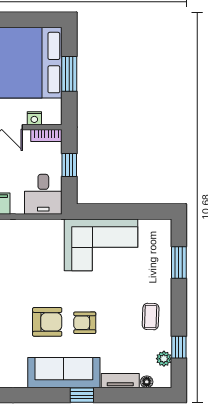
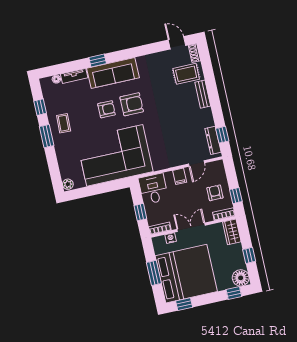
window: (36, 20) -> (184, 304), added
corner sofa: (101, 245) -> (115, 155), width x1.36, depth x1.36
window: (179, 262) -> (47, 136), moved
armchair: (47, 322) -> (132, 104), turned 180
plant: (164, 359) -> (68, 184), moved

